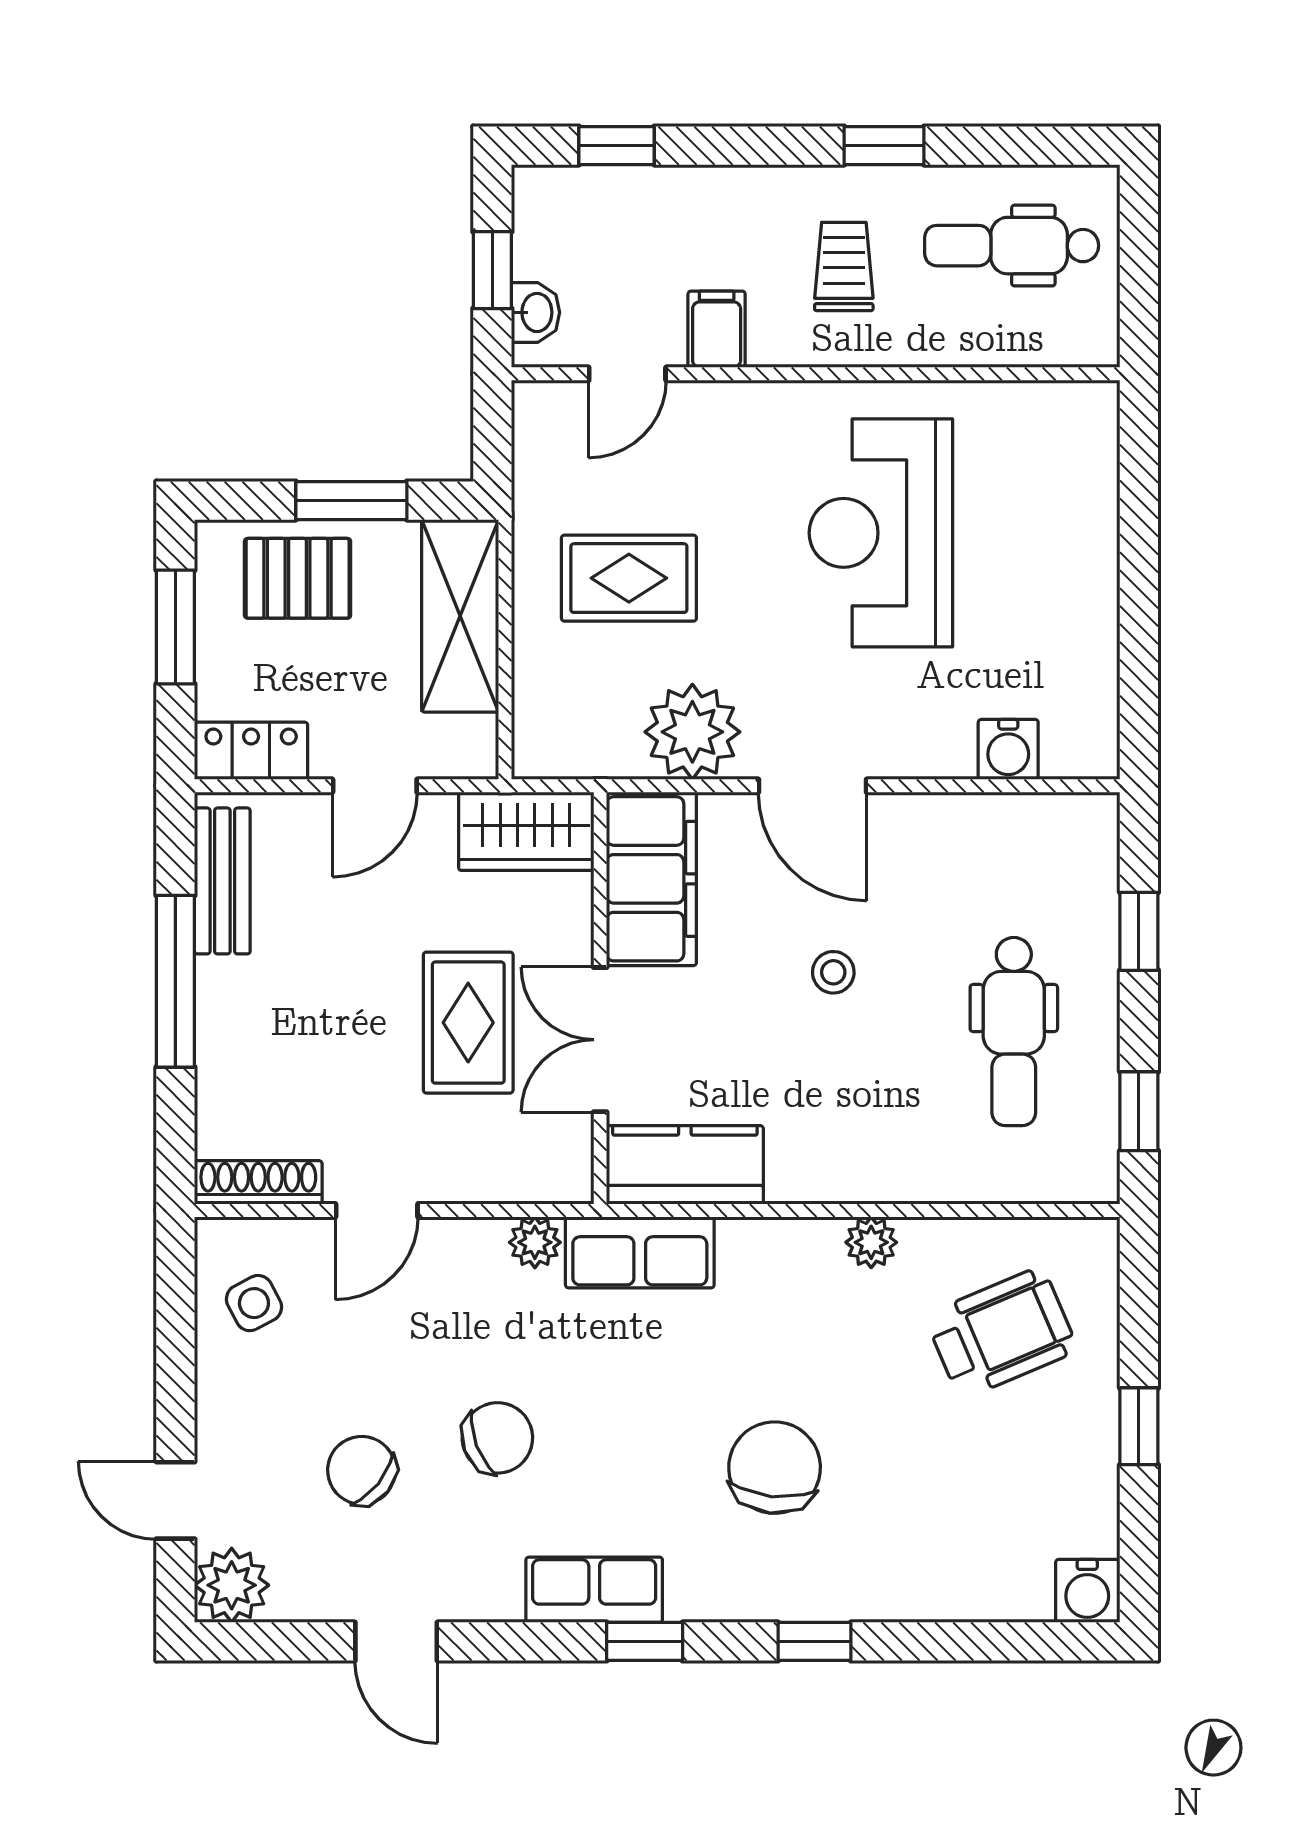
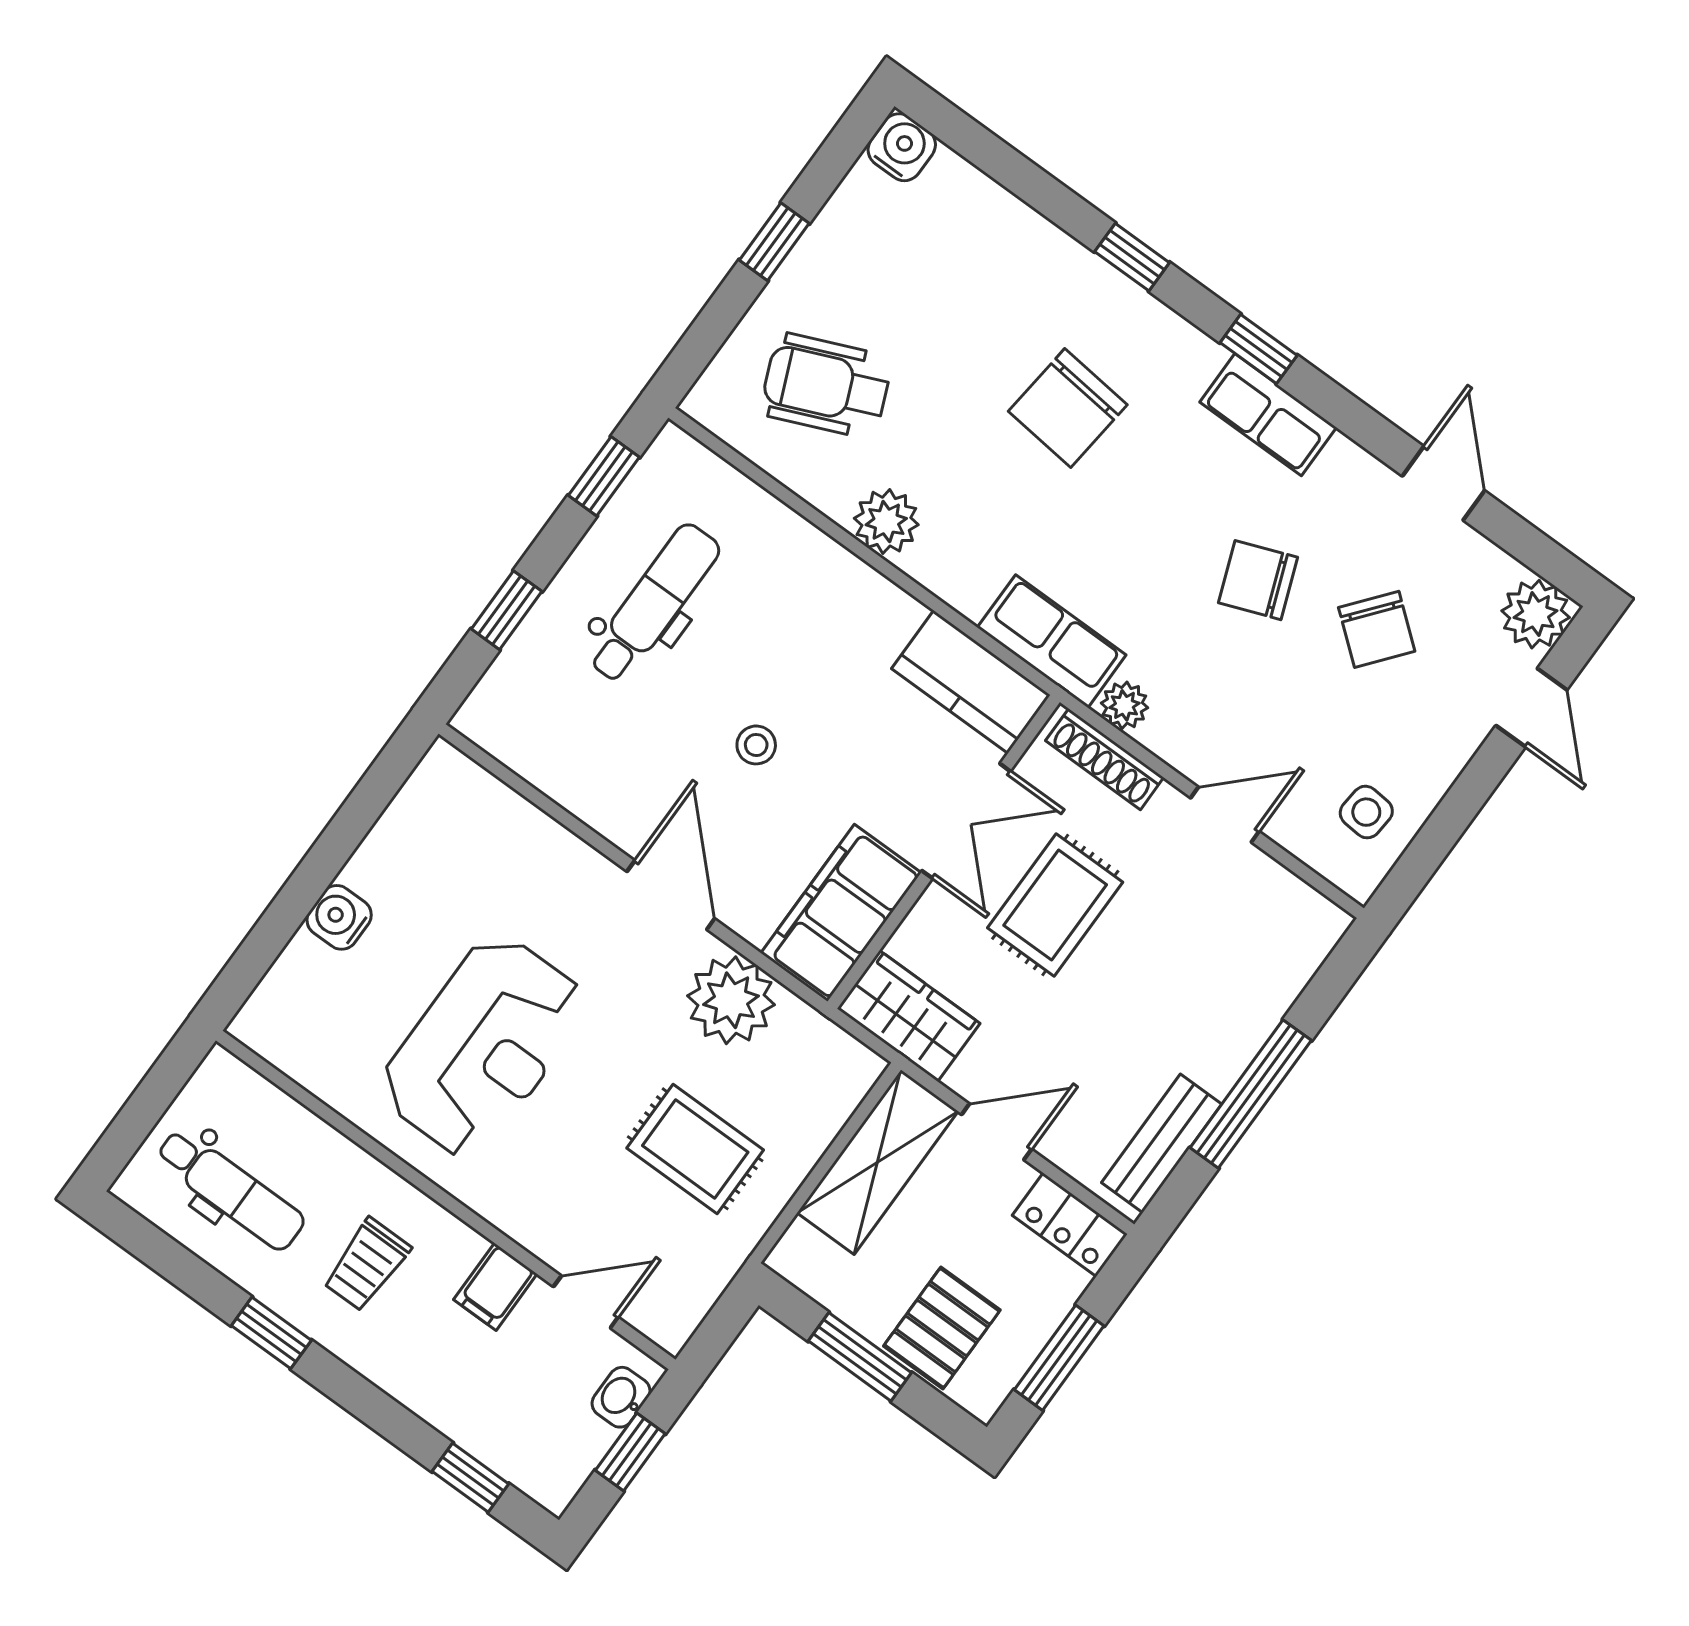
pallet: (298, 578) -> (942, 1328), turned 90
shelving: (460, 616) -> (878, 1162), moved
water cooler: (1008, 749) -> (339, 917), moved, turned -90
shoe rack: (258, 1182) -> (1105, 759), moved
plant: (871, 1242) -> (886, 522), width x1.38, depth x1.38
side table: (254, 1303) -> (1366, 812), turned 33

